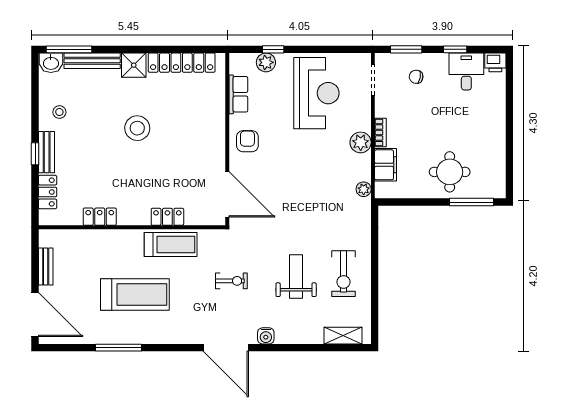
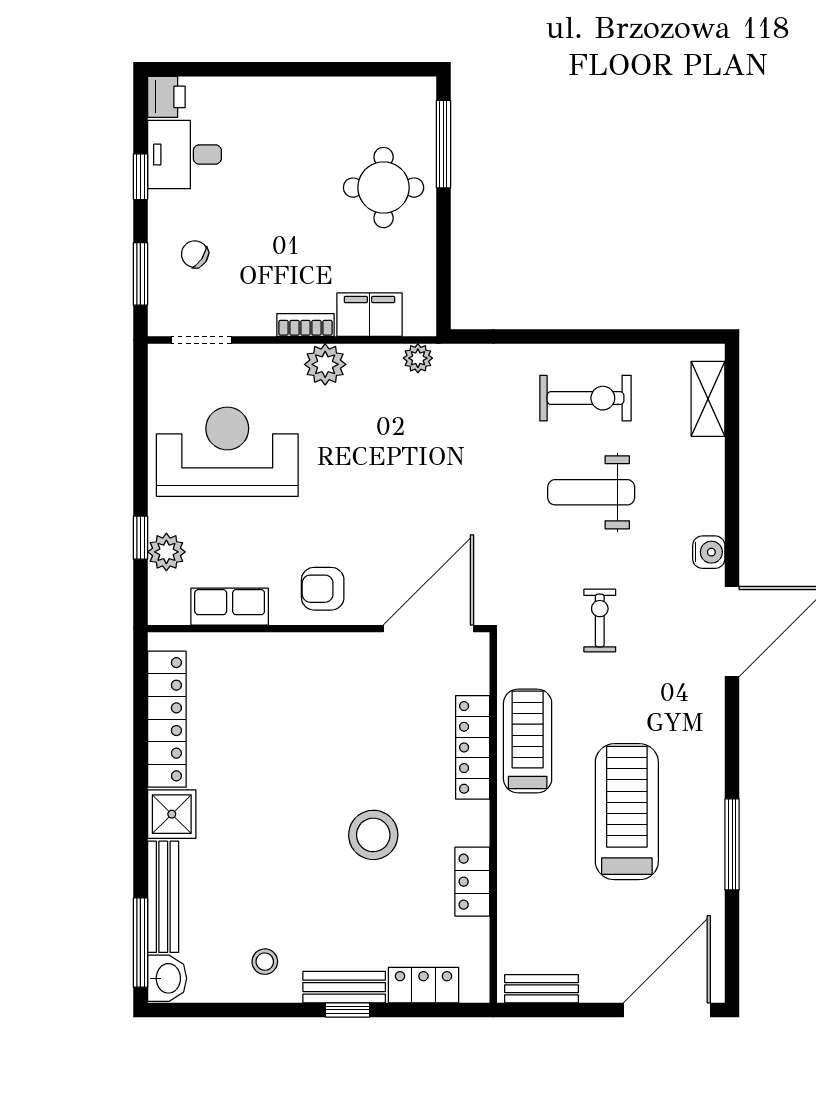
chair: (416, 77) -> (195, 254), turned 114
stool: (137, 128) -> (373, 835), moved
locker: (167, 217) -> (473, 747), width x1.53
bench: (46, 267) -> (541, 989), moved

